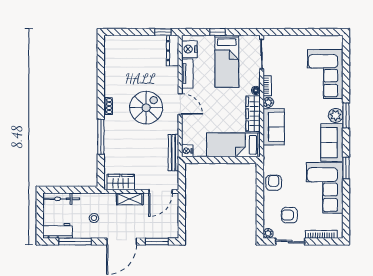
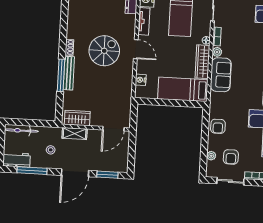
nightstand: (187, 151) -> (141, 80), moved
bench: (173, 153) -> (69, 73), moved
armchair: (274, 183) -> (218, 126), turned 180
shelving: (130, 199) -> (75, 134), moved
armchair: (289, 215) -> (231, 157), turned -90
plant: (268, 233) -> (211, 156), moved

